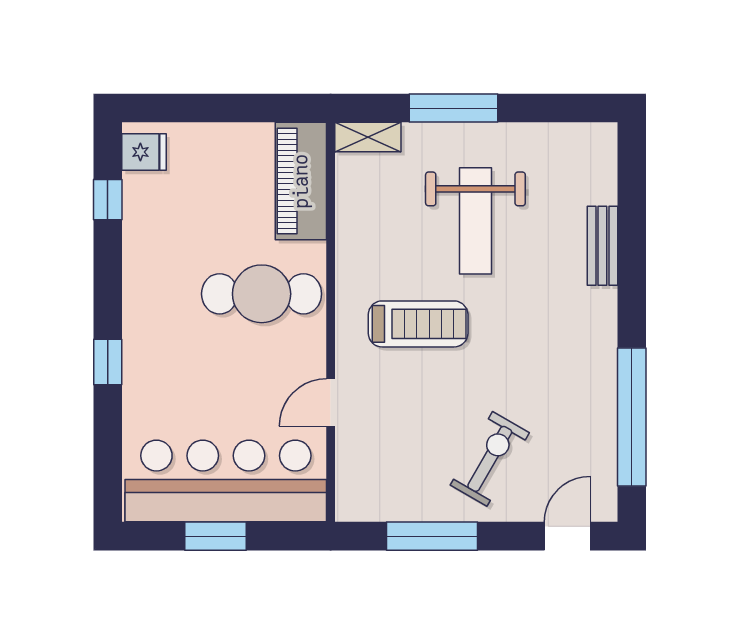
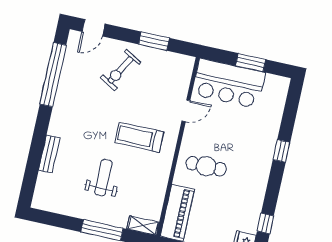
weight bench: (475, 221) -> (103, 178), width x0.73, depth x0.75
cafe table: (262, 294) -> (206, 166), width x0.73, depth x0.74
bar counter: (226, 481) -> (229, 84), width x0.73
window: (432, 536) -> (154, 41), width x0.69

